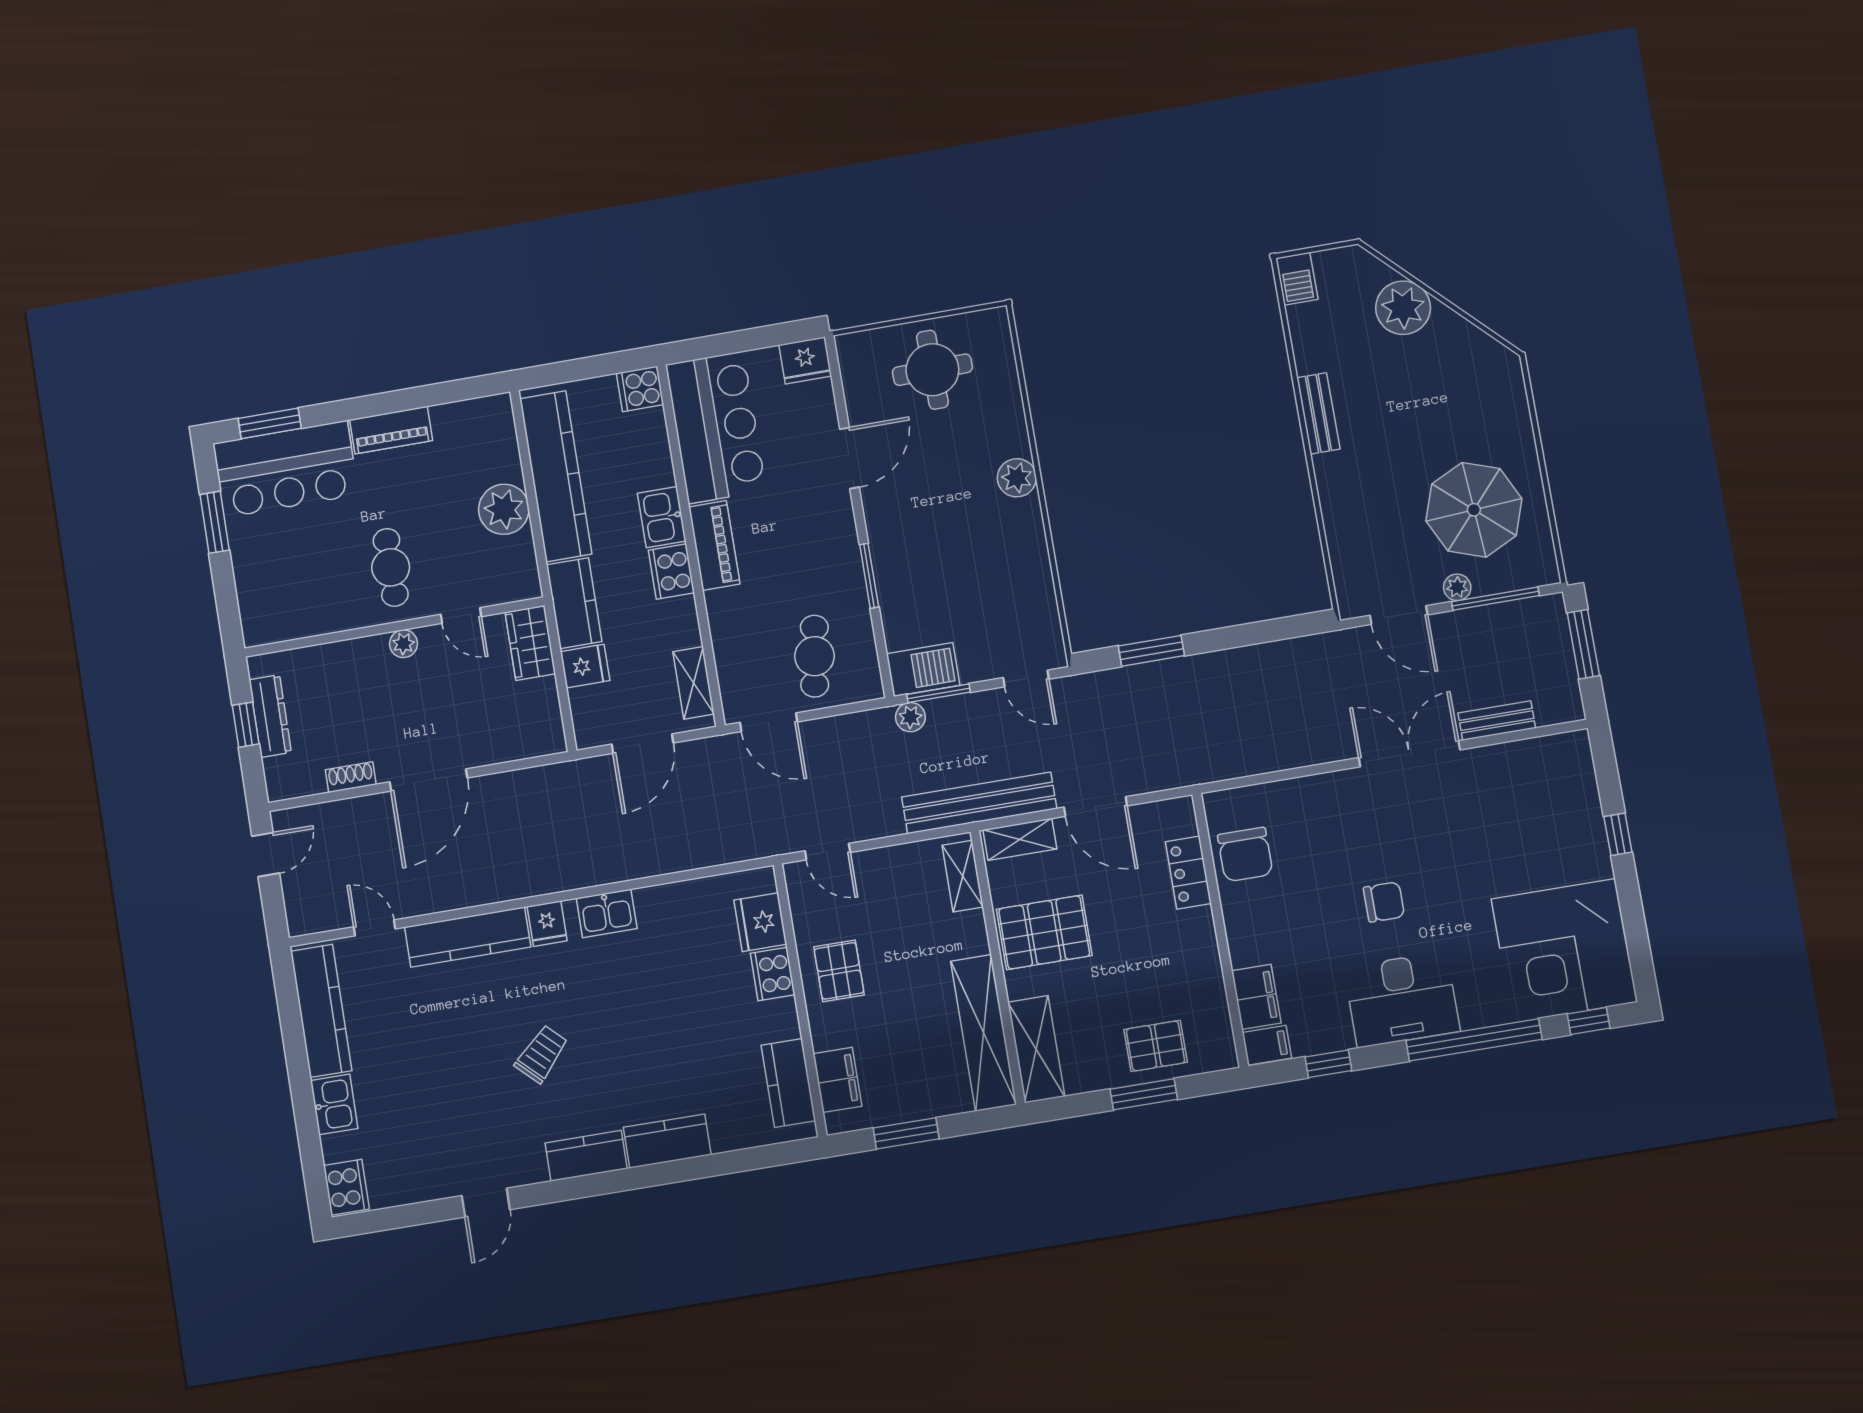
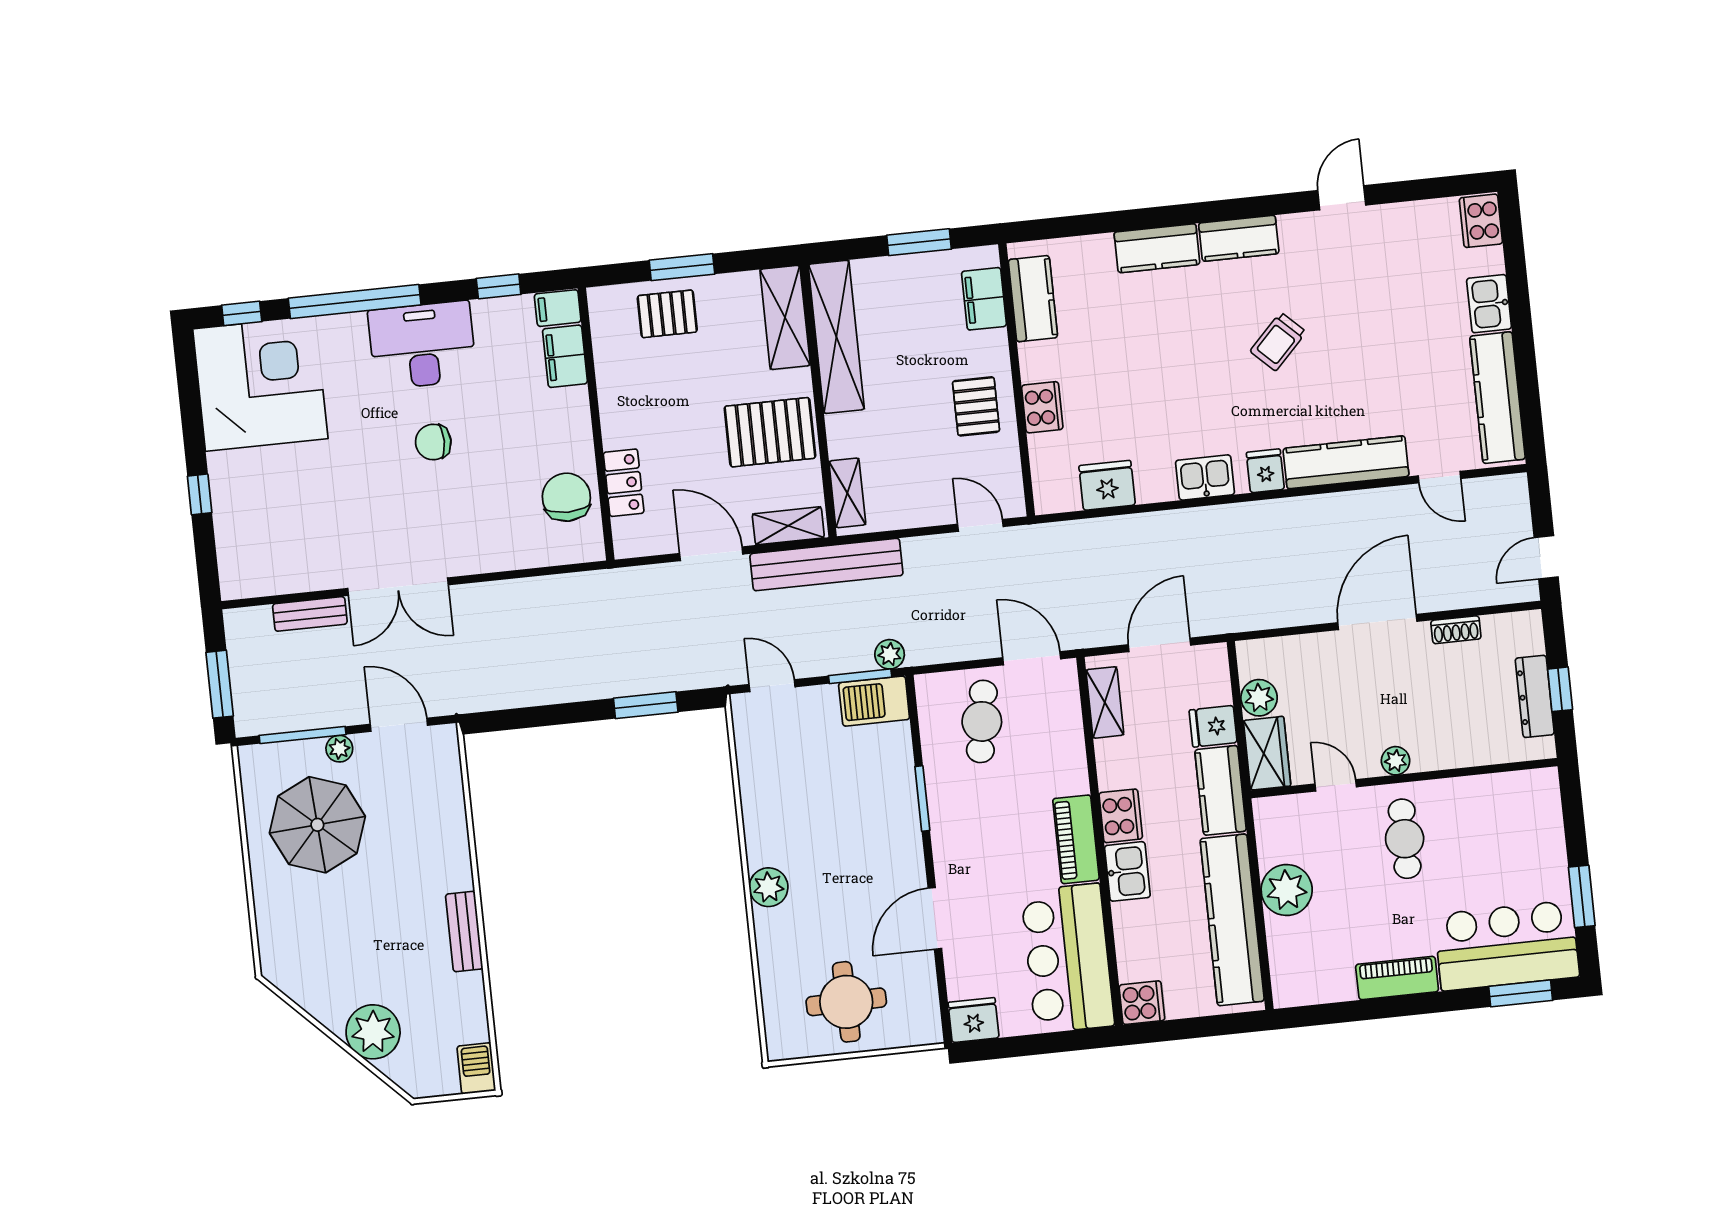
plant: (541, 697) -> (1259, 698), added
fridge: (760, 922) -> (1107, 485), moved, turned -90

